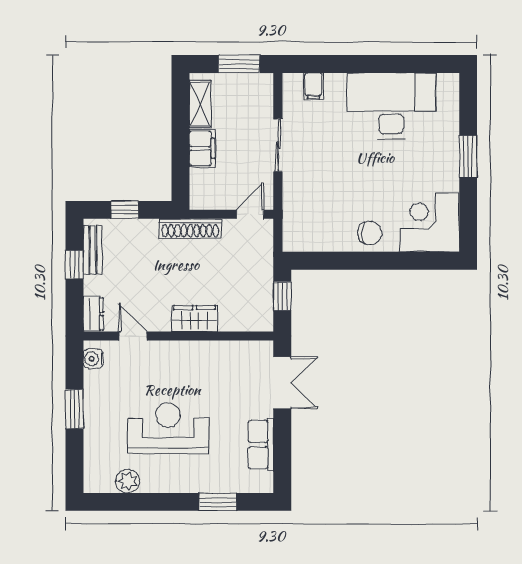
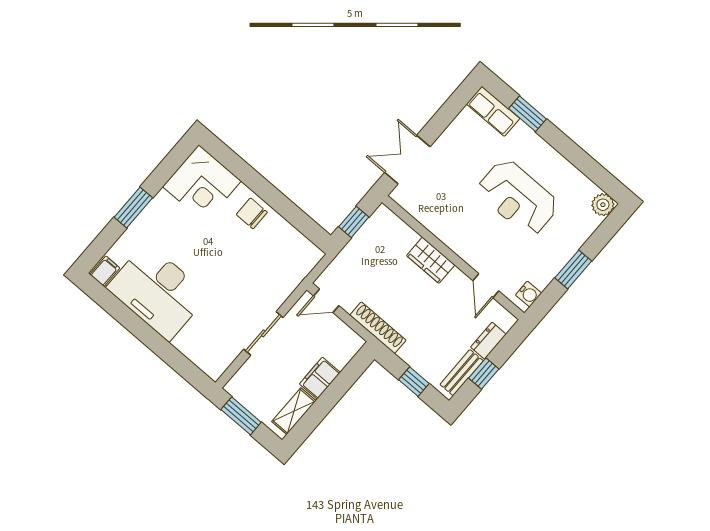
filing cabinet: (313, 86) -> (105, 271), moved
dresser: (93, 314) -> (488, 341), moved
row of seats: (261, 444) -> (493, 111), moved, turned 90
plant: (128, 481) -> (603, 205), moved

